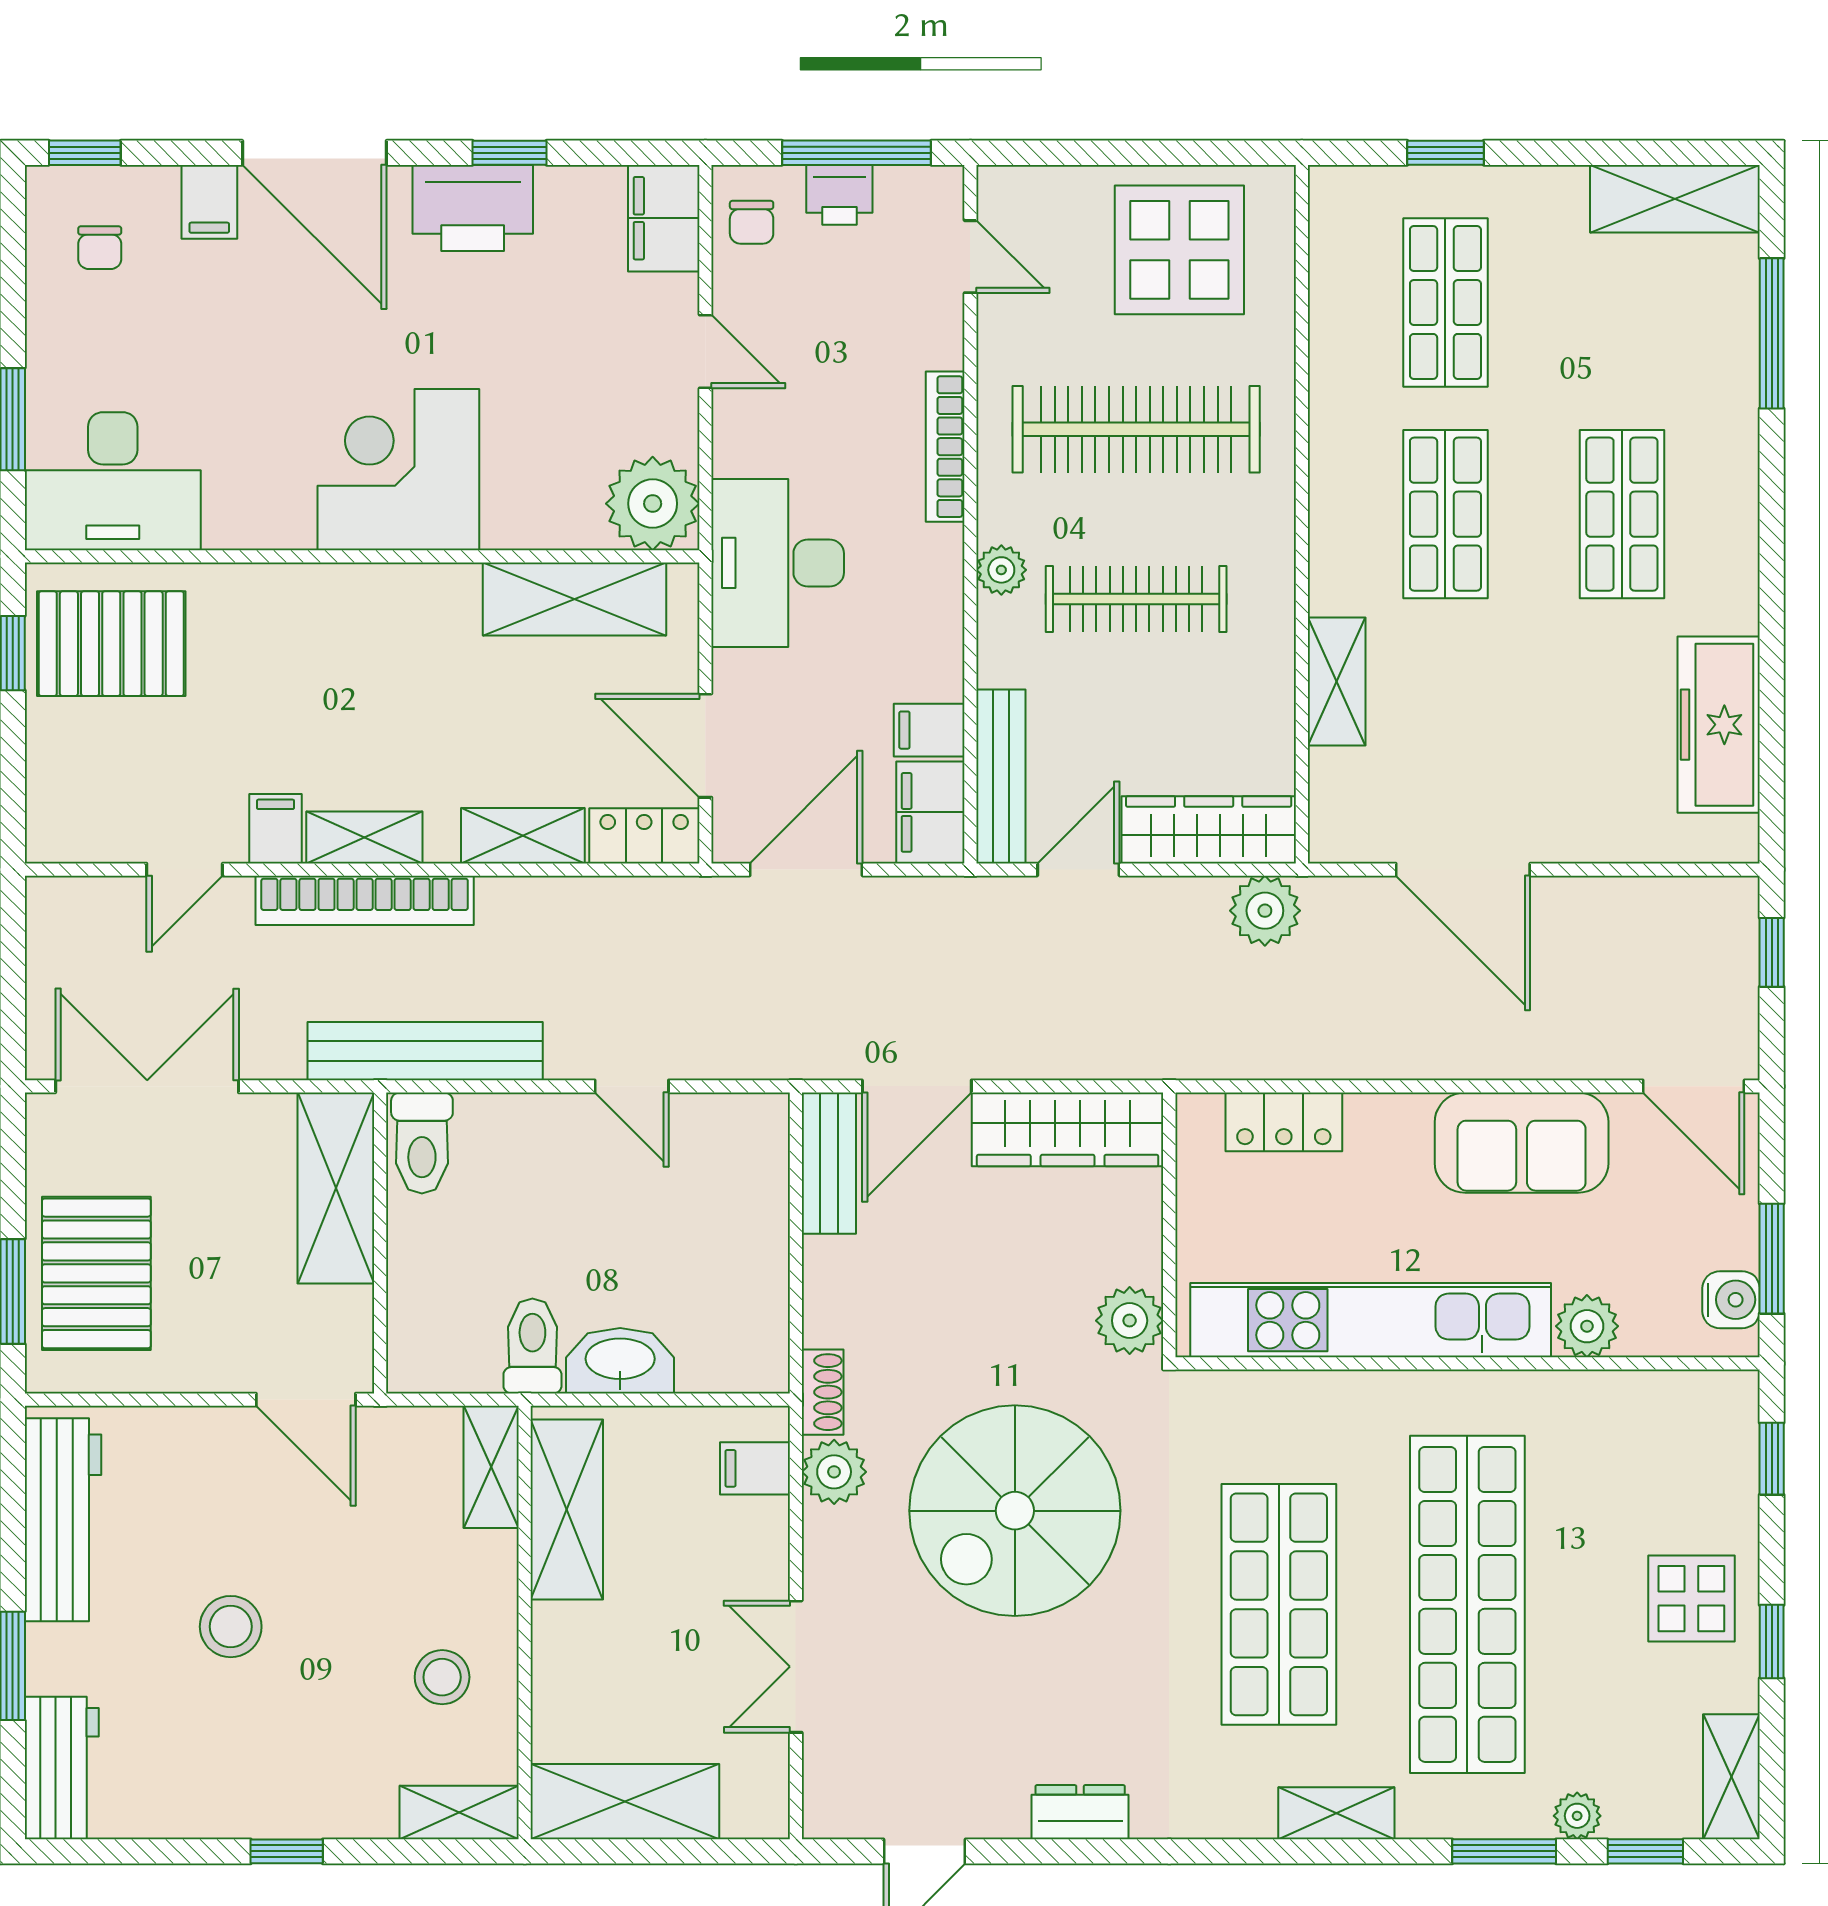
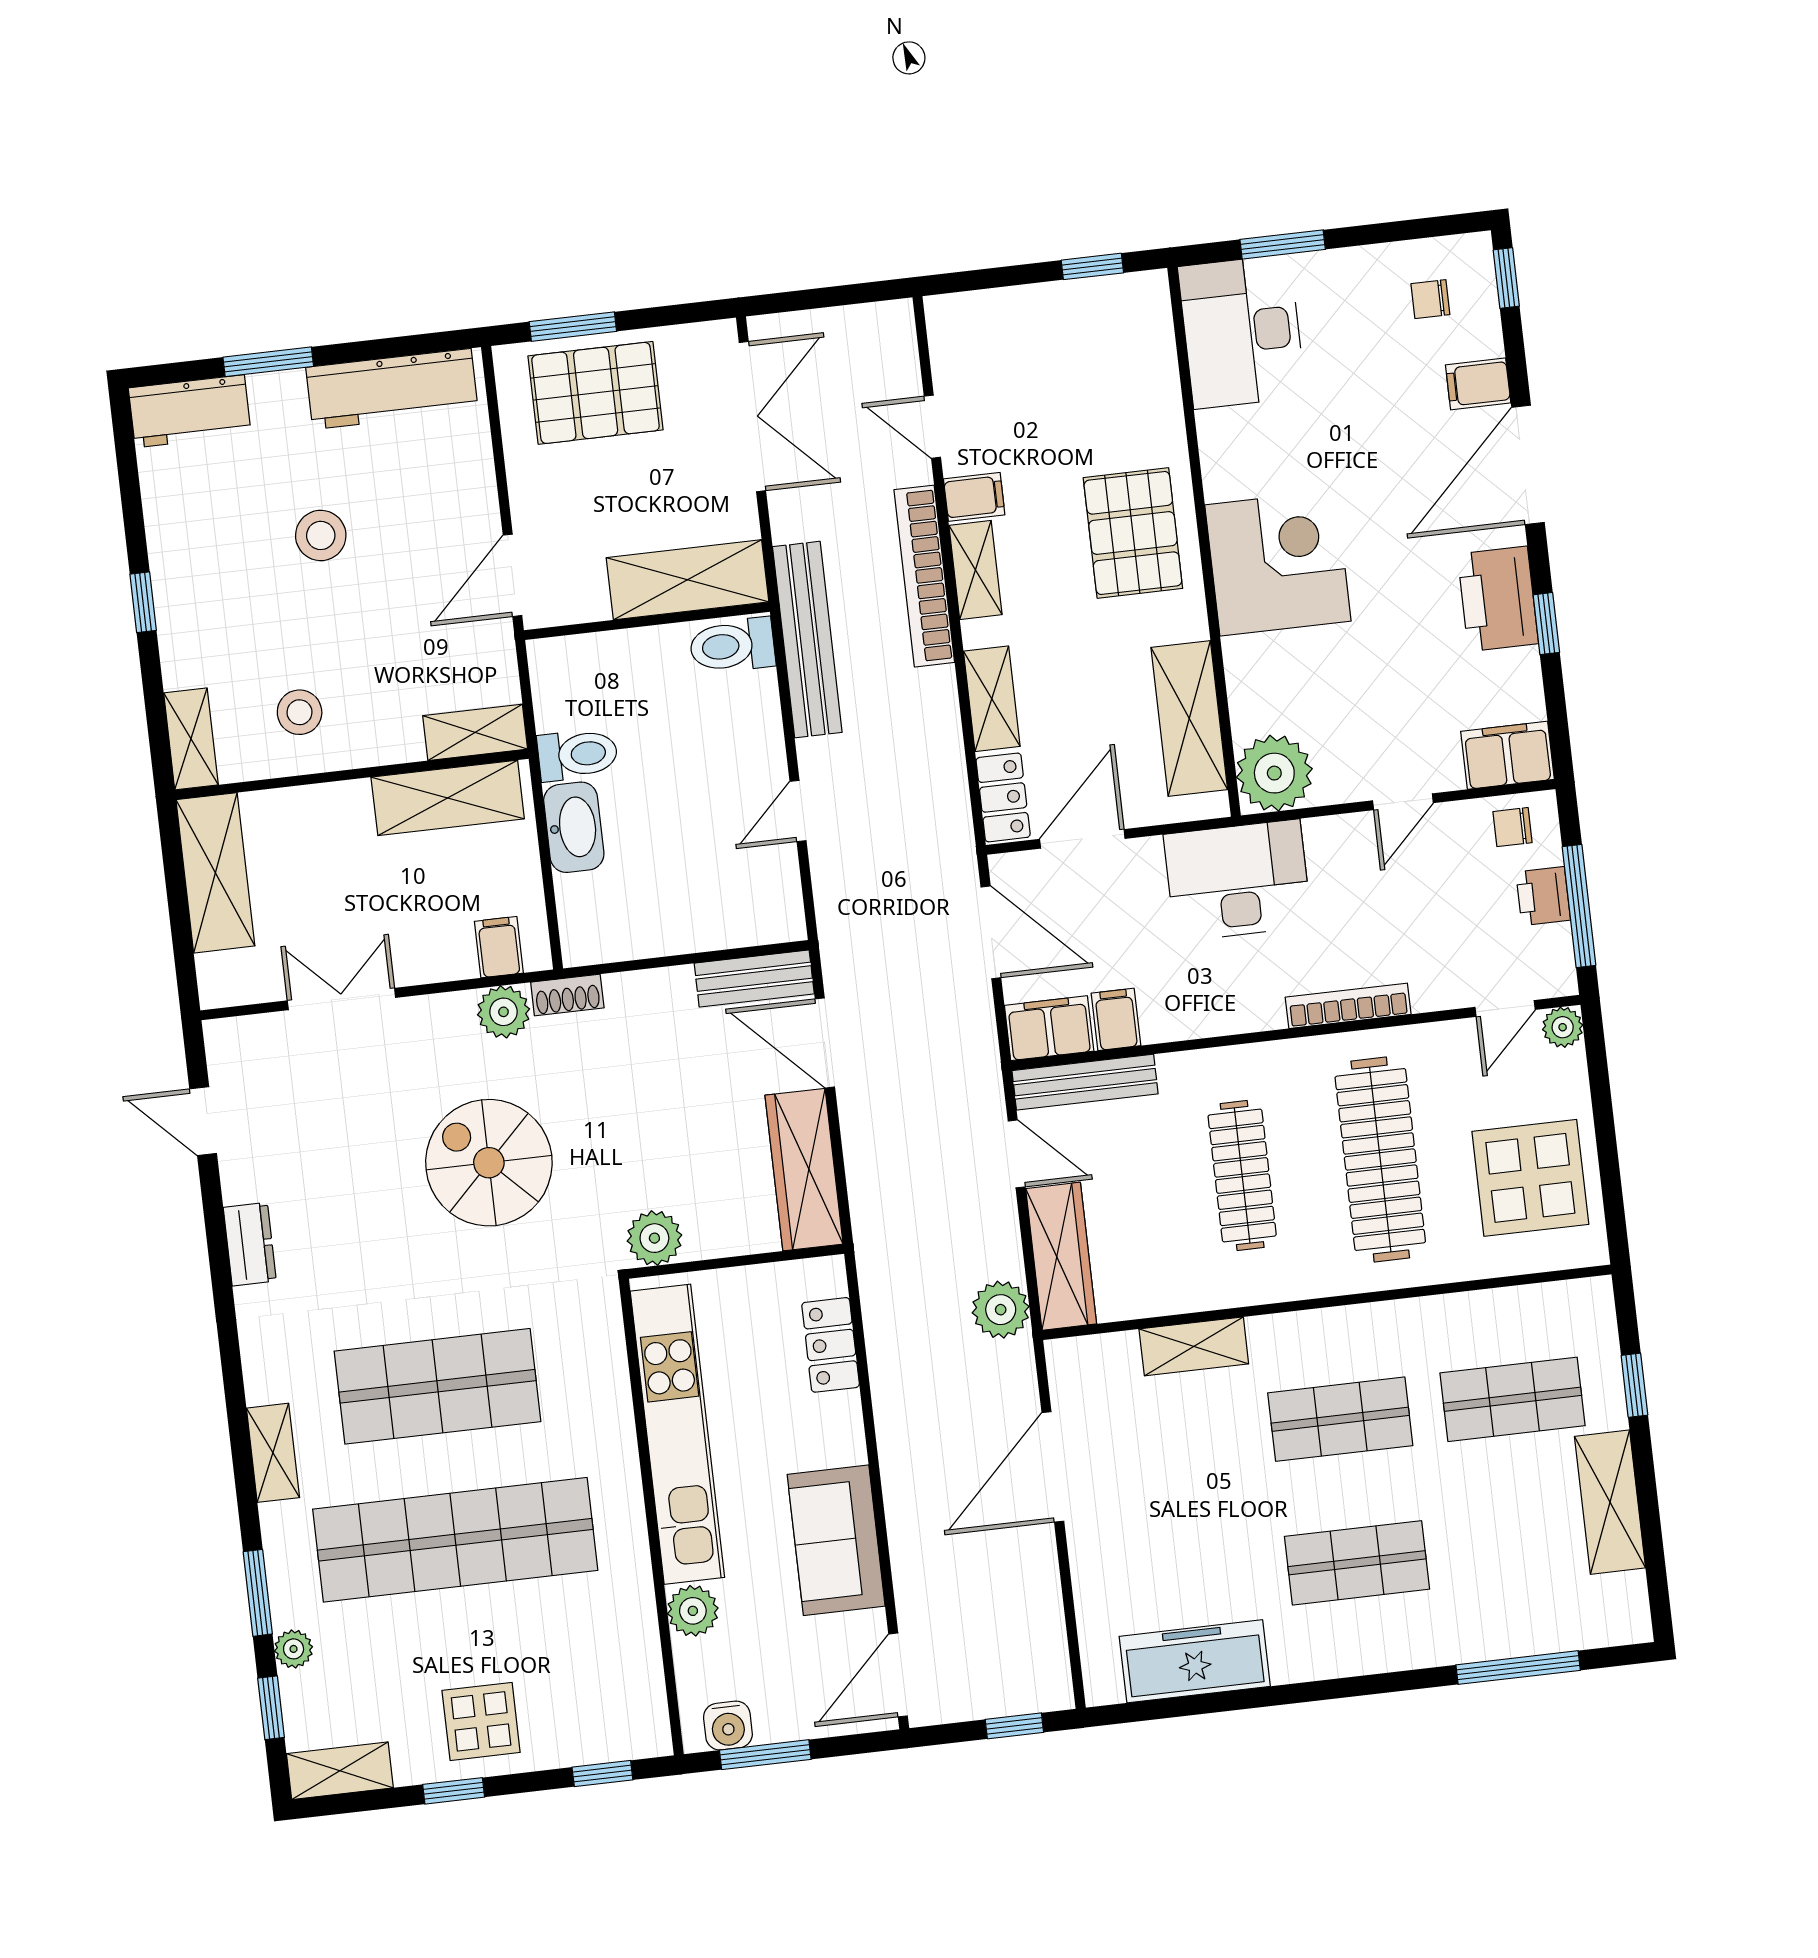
shelving: (1675, 199) -> (1610, 1502), moved
plant: (1001, 570) -> (1563, 1027), moved
pallet: (111, 644) -> (1133, 533), moved
spiral stairs: (1015, 1511) -> (489, 1163), width x0.73, depth x0.73

